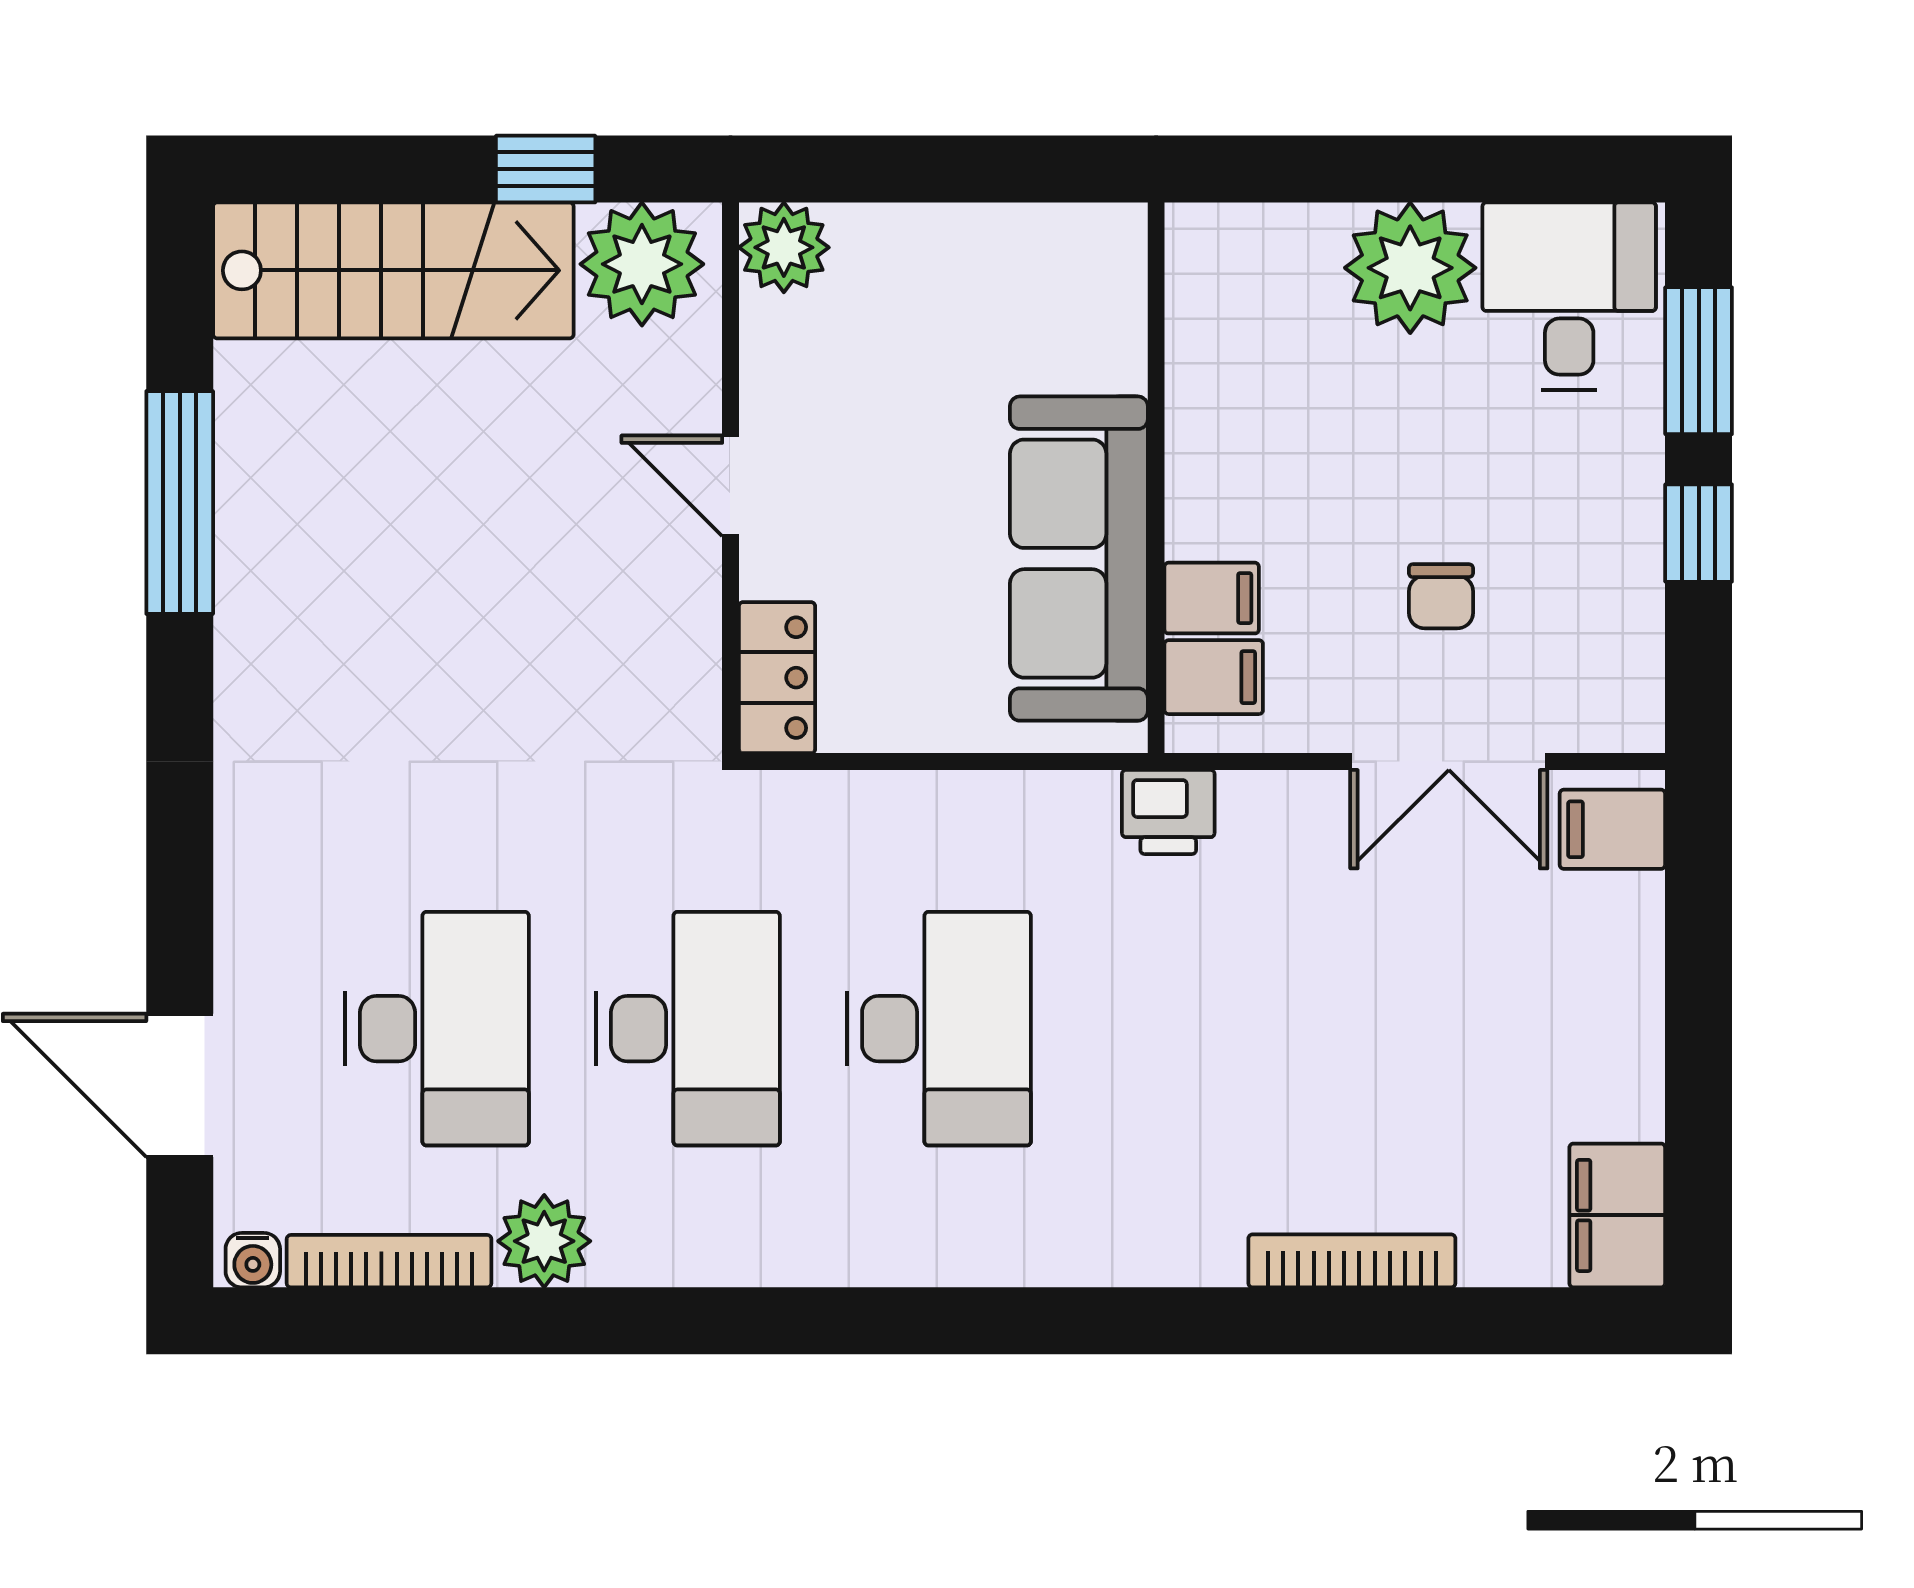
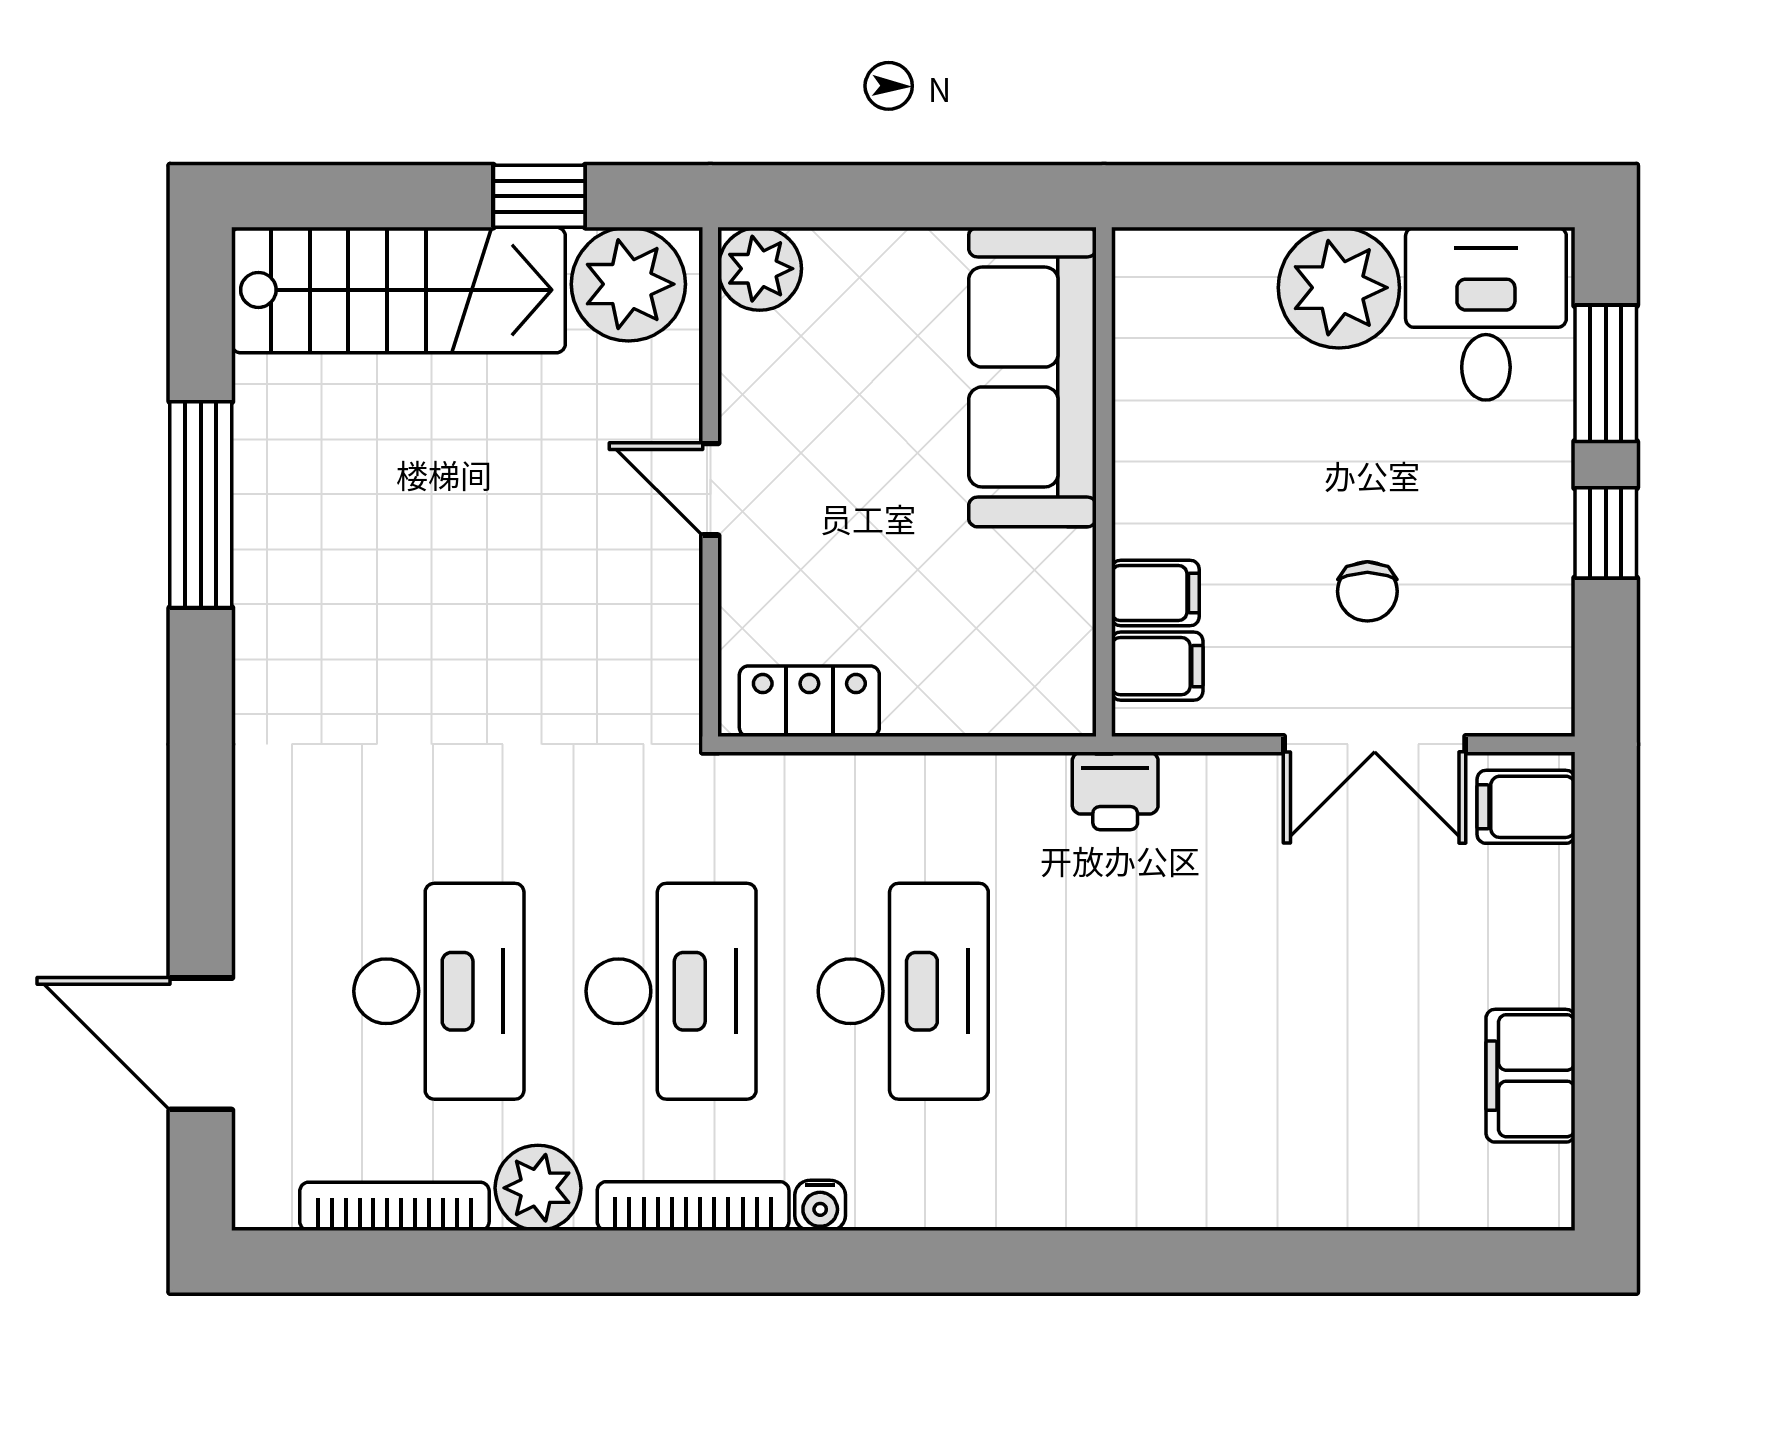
sofa: (1079, 559) -> (1032, 377), moved
locker: (777, 678) -> (809, 701), moved, turned -90
filing cabinet: (1617, 1215) -> (1530, 1076), moved
water cooler: (253, 1260) -> (820, 1205), moved
bookcase: (1352, 1261) -> (693, 1206), moved

